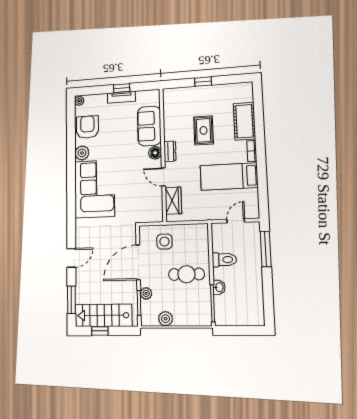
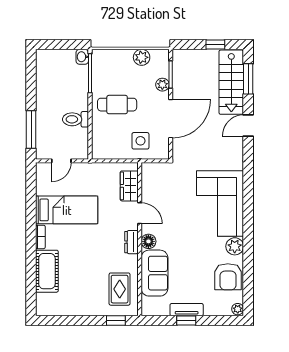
window: (203, 82) -> (116, 321), moved
rug: (203, 130) -> (120, 289), moved
washbasin: (219, 287) -> (82, 57), moved
stairs: (103, 315) -> (231, 82), moved, turned 90

